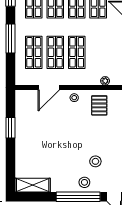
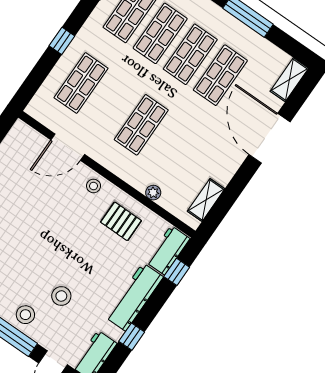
window: (10, 38) -> (62, 41), width x0.46
shop shelf: (55, 52) -> (111, 104), removed
pallet: (99, 105) -> (121, 221), turned 90

